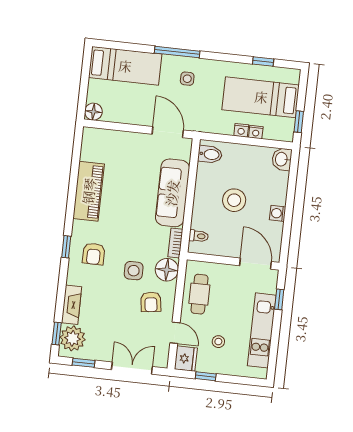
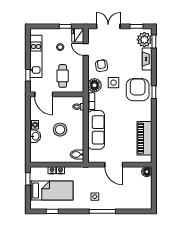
bed: (125, 66) -> (131, 200), removed
door: (168, 132) -> (114, 165), moved
washbasin: (282, 159) -> (35, 136), moved
piano: (89, 191) -> (145, 138), moved
armchair: (94, 254) -> (138, 90), width x1.88, depth x1.88
cafe table: (199, 294) -> (63, 76), moved
double door: (132, 368) -> (108, 26), swing flipped

